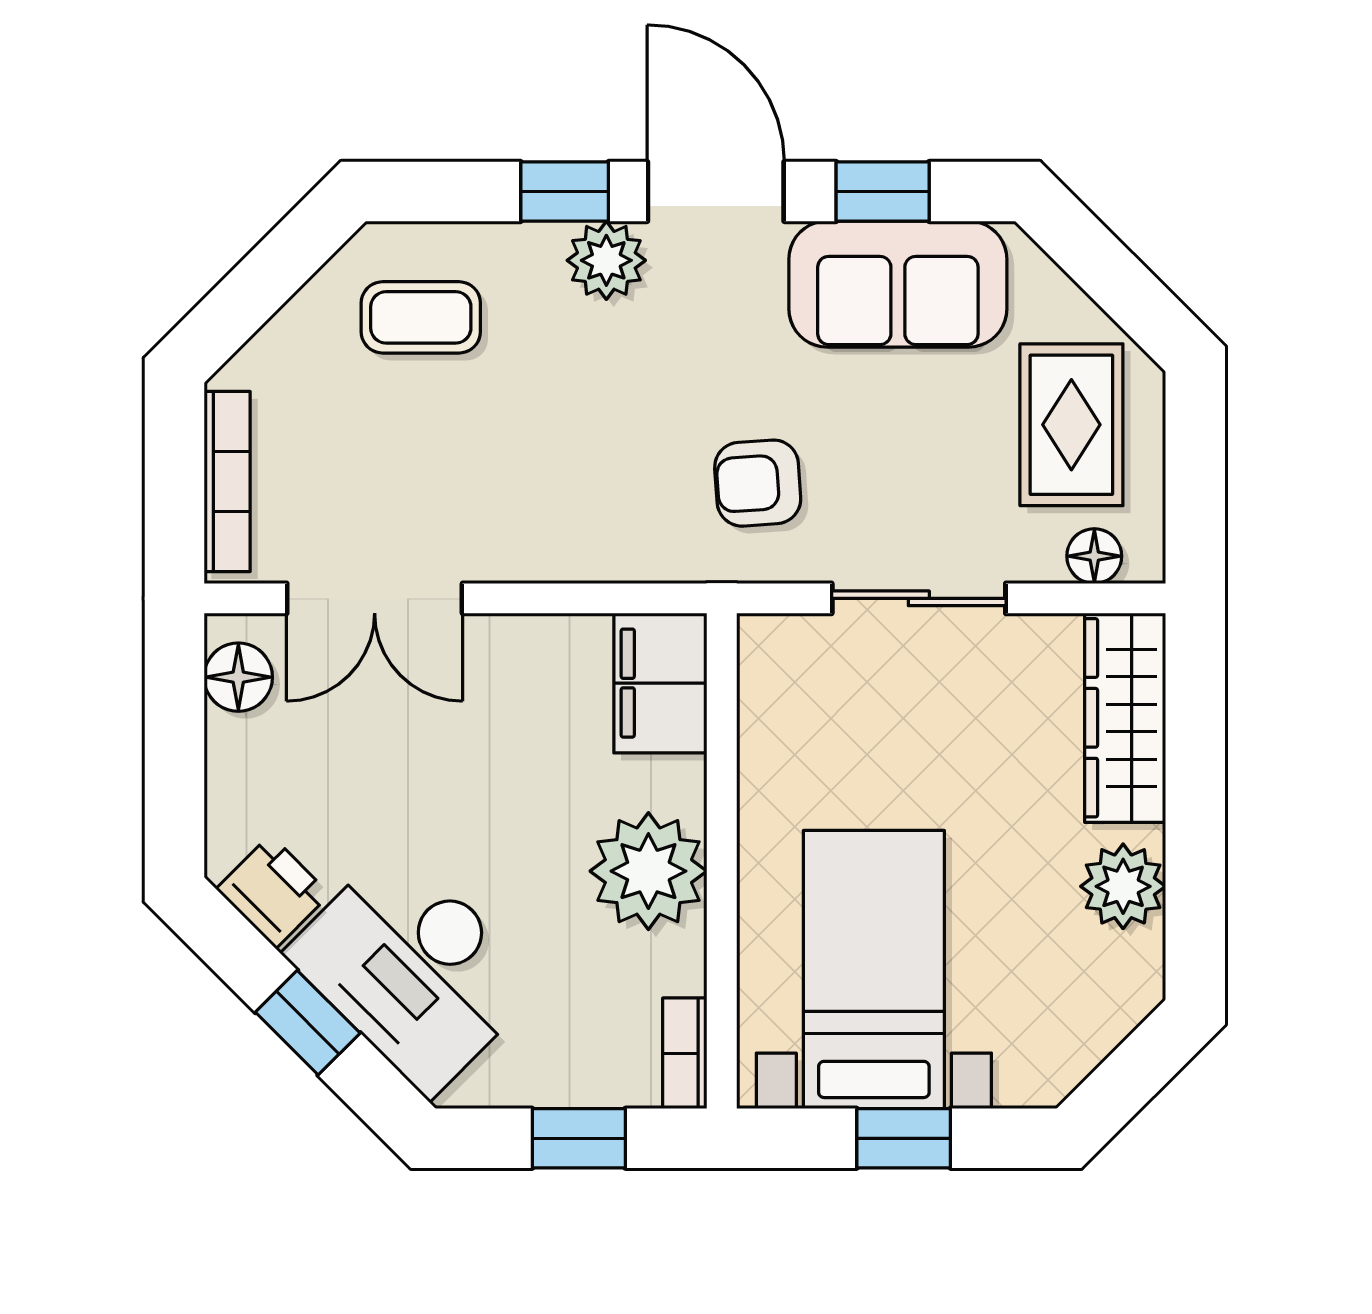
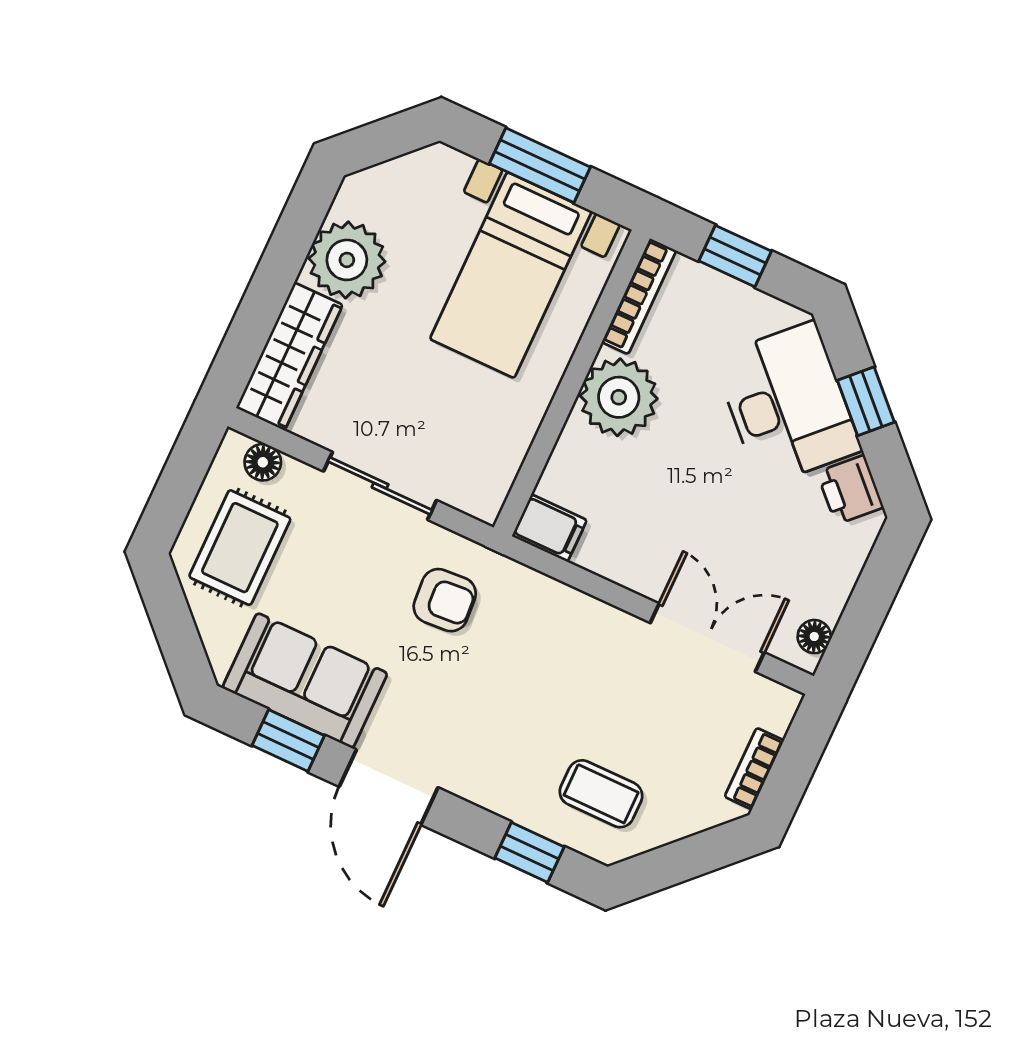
window: (565, 192) -> (529, 852), moved
plant: (606, 260) -> (474, 776), removed
bookcase: (227, 481) -> (754, 769), width x0.64
floor lamp: (238, 677) -> (814, 637), width x0.73, depth x0.73
filing cabinet: (660, 683) -> (549, 528), width x0.50
plant: (1123, 886) -> (347, 260), width x1.36, depth x1.36
bookcase: (685, 1053) -> (639, 296), width x1.56
window: (904, 1138) -> (540, 165), width x1.50

